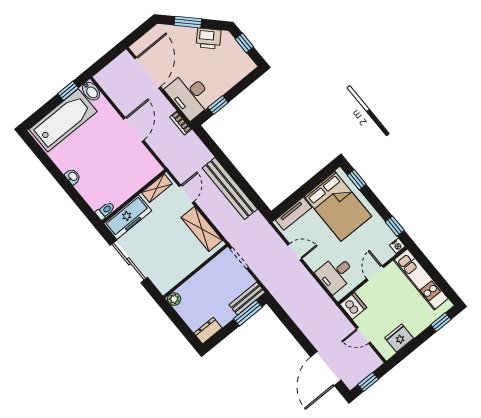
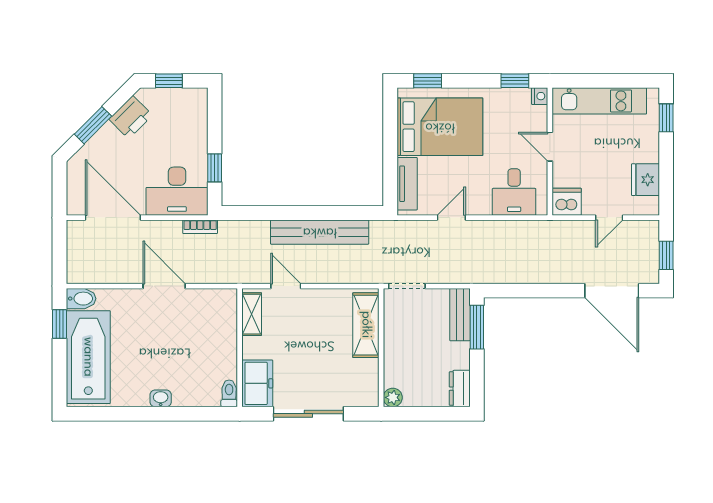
freezer: (128, 217) -> (257, 383), width x0.71
shelving: (202, 229) -> (366, 325), moved, turned 90

